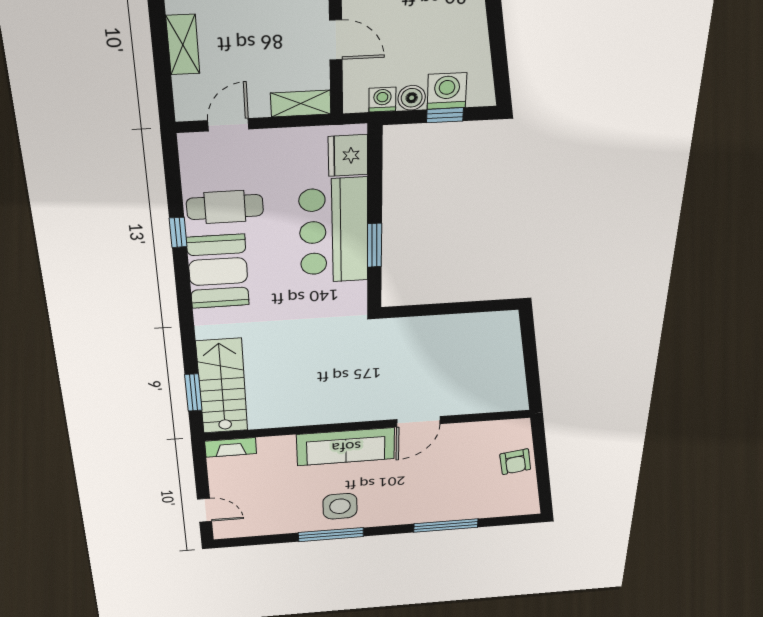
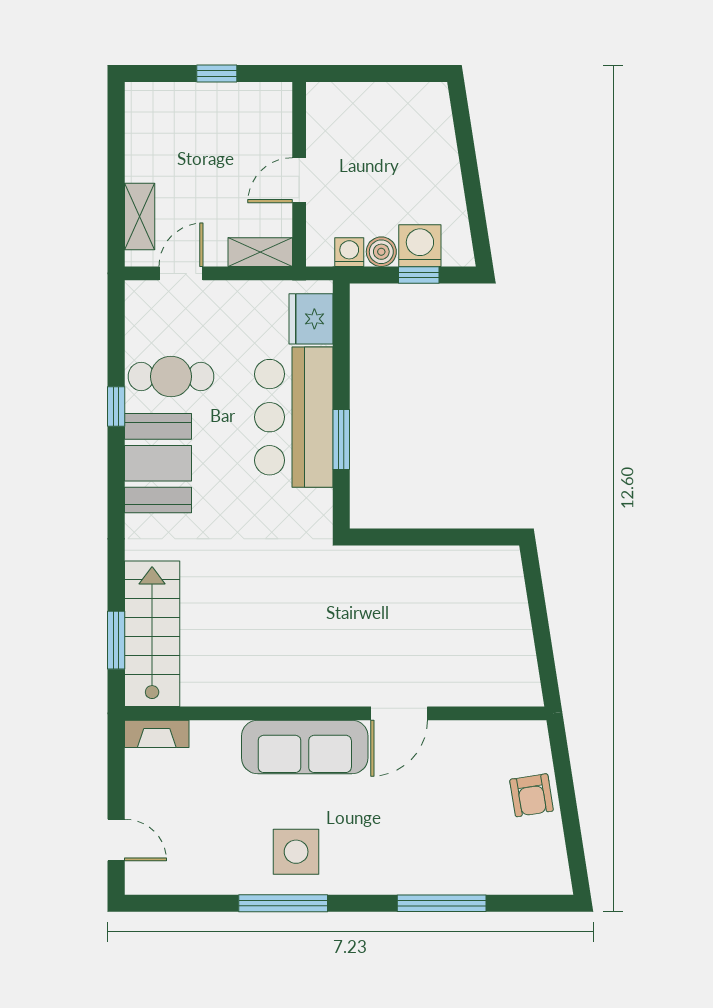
door: (336, 40) -> (299, 180), swing flipped
shelving: (183, 45) -> (140, 217), moved

